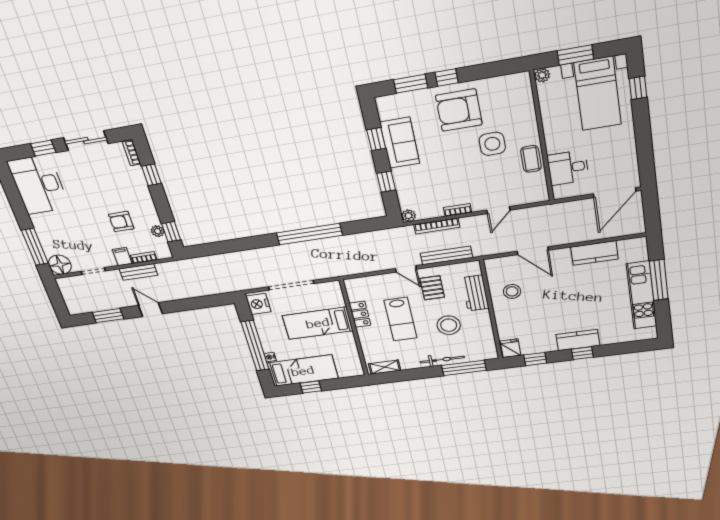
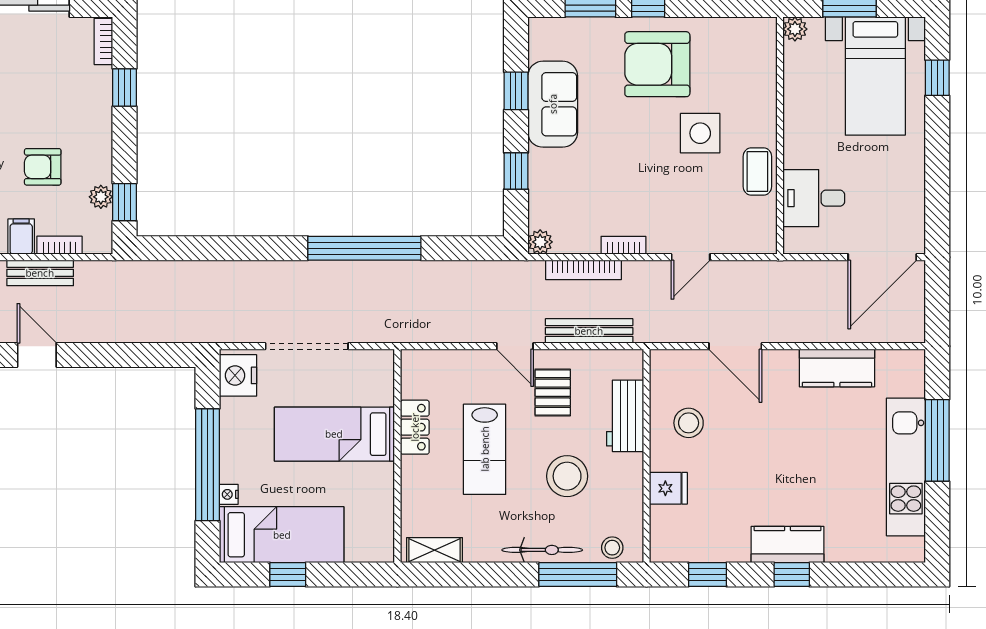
fridge: (511, 348) -> (668, 488), moved, turned 90
stool: (480, 354) -> (612, 548), added

